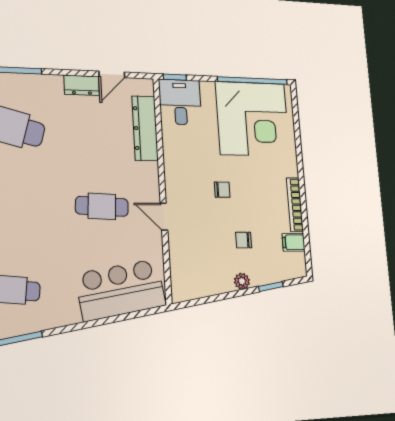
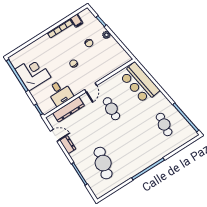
desk: (180, 102) -> (60, 93), moved, turned -90
corner desk: (253, 119) -> (33, 73), width x0.74, depth x0.74
door: (164, 217) -> (91, 88), moved

